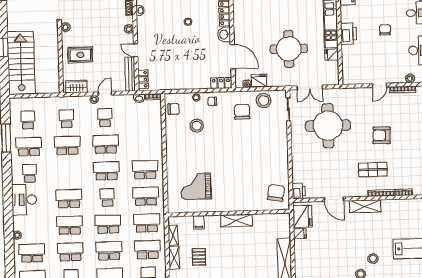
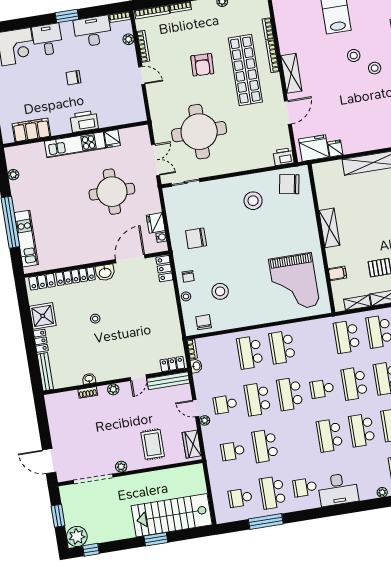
stool: (264, 101) -> (253, 201), moved
shop shelf: (373, 170) -> (245, 70), width x2.00, depth x1.36
grand piano: (196, 186) -> (294, 282), width x1.37, depth x1.48
school desk: (146, 196) -> (250, 352), moved

